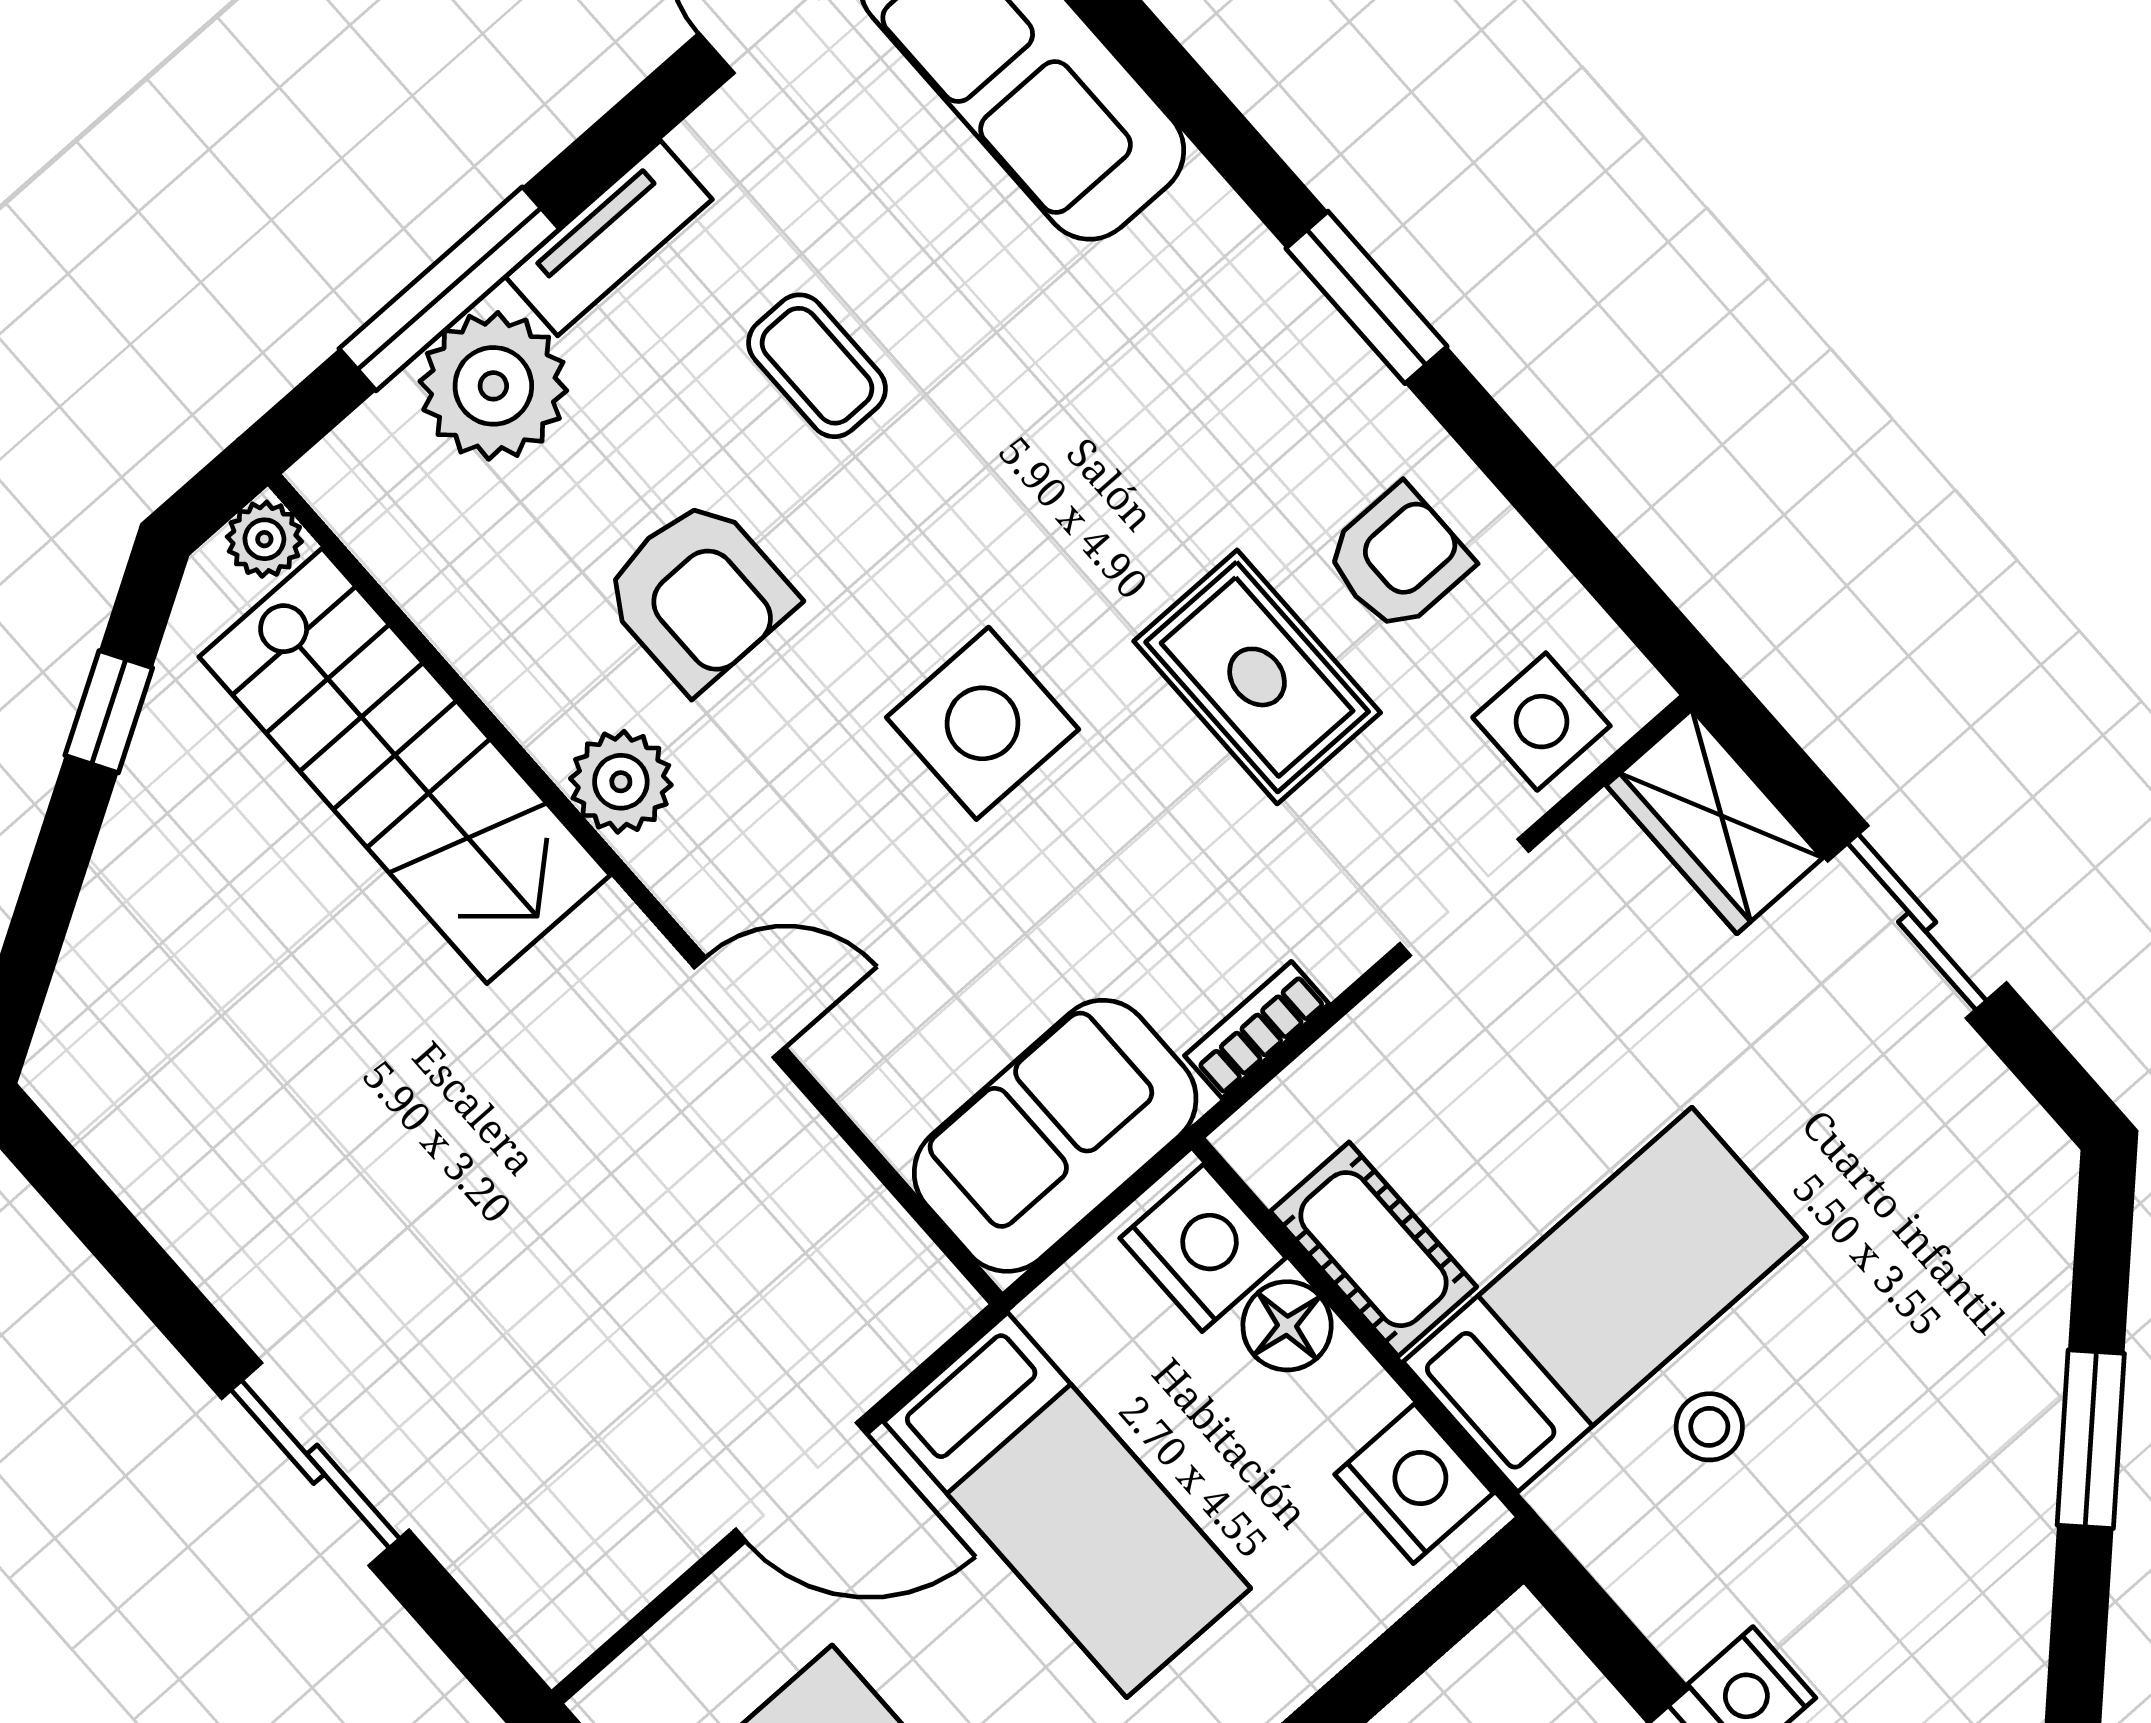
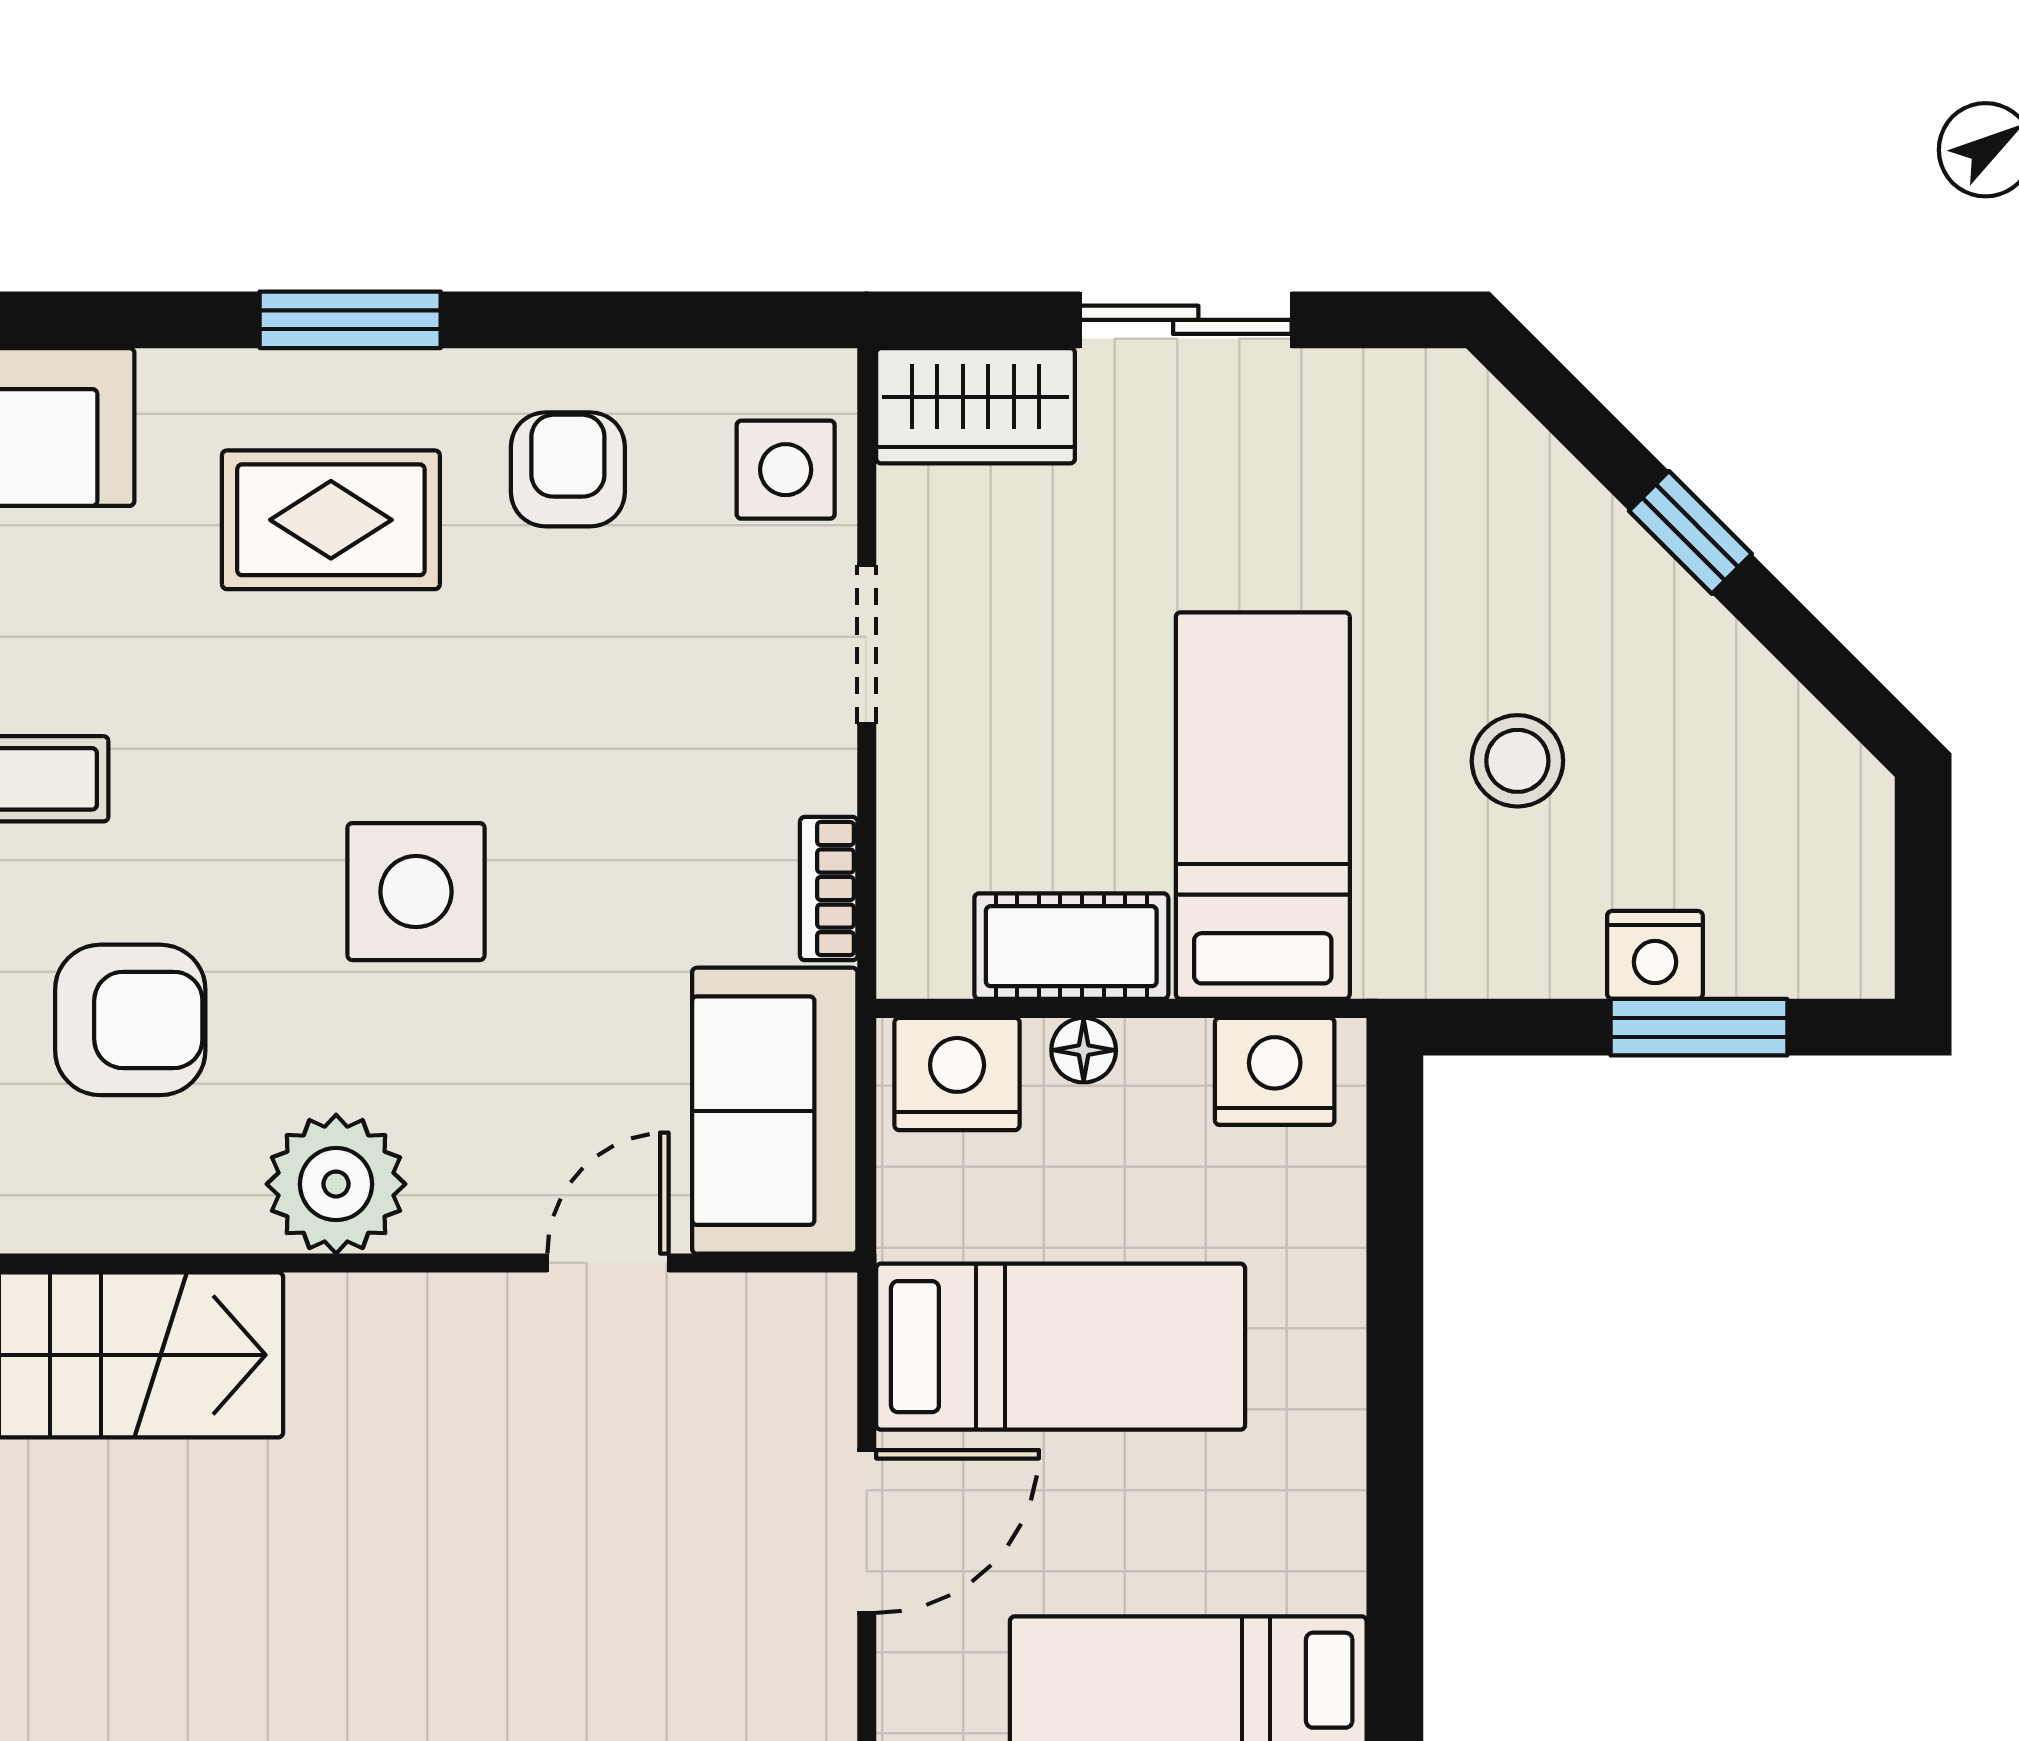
rug: (1257, 677) -> (331, 520), moved
plant: (621, 782) -> (336, 1184), moved, width x1.36, depth x1.36
door: (740, 1007) -> (608, 1263), moved
floor lamp: (1287, 1326) -> (1084, 1050), width x0.73, depth x0.73
stool: (1709, 1427) -> (1517, 761), moved, width x1.37, depth x1.37
window: (2091, 1439) -> (1690, 532), width x0.67

